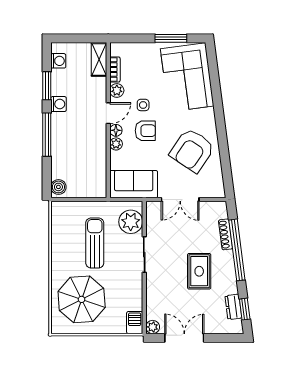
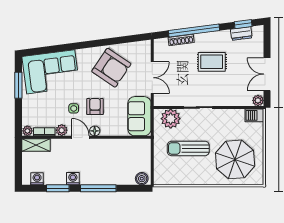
plant: (116, 144) -> (27, 131), moved

